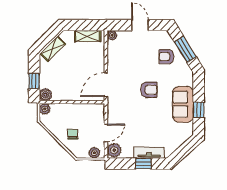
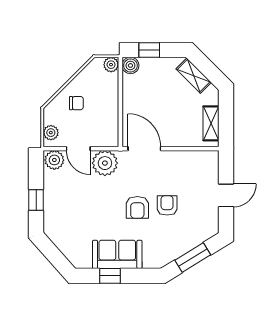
plant: (112, 35) -> (105, 163), moved, width x1.88, depth x1.88
armchair: (166, 57) -> (167, 205), moved
tv unit: (149, 153) -> (51, 208), removed

